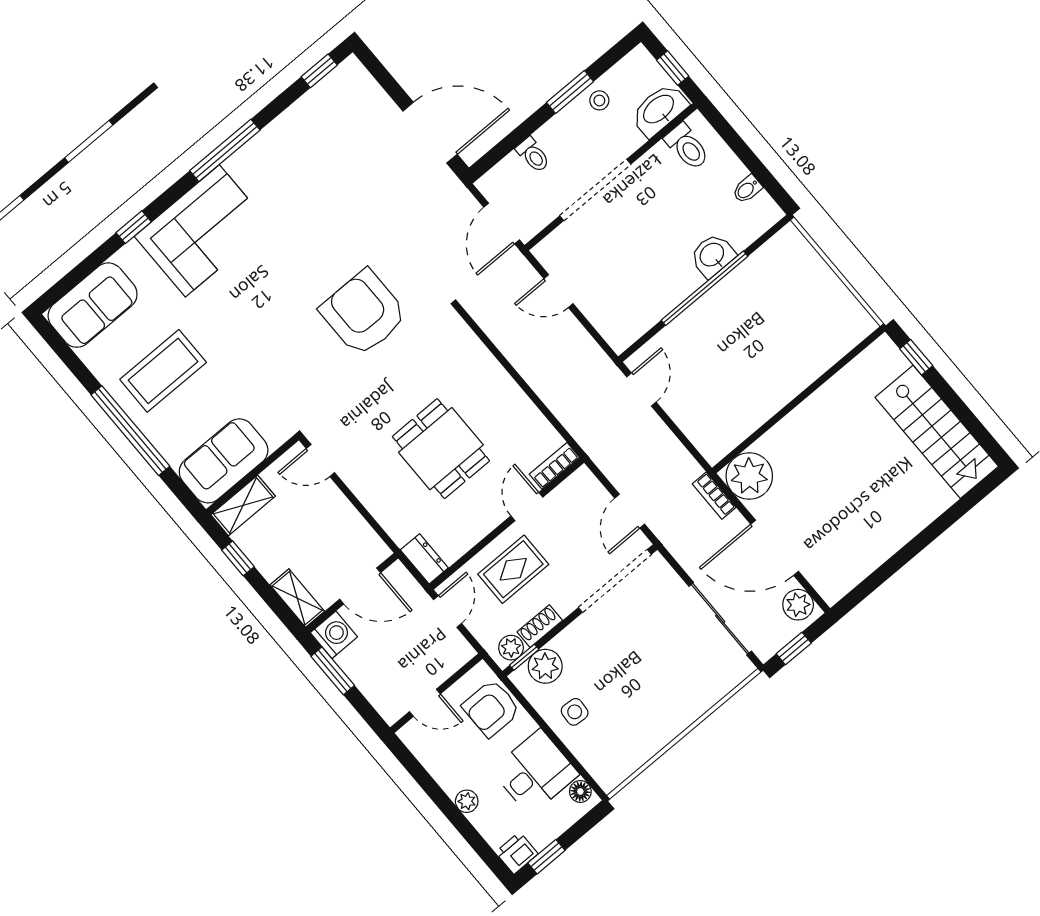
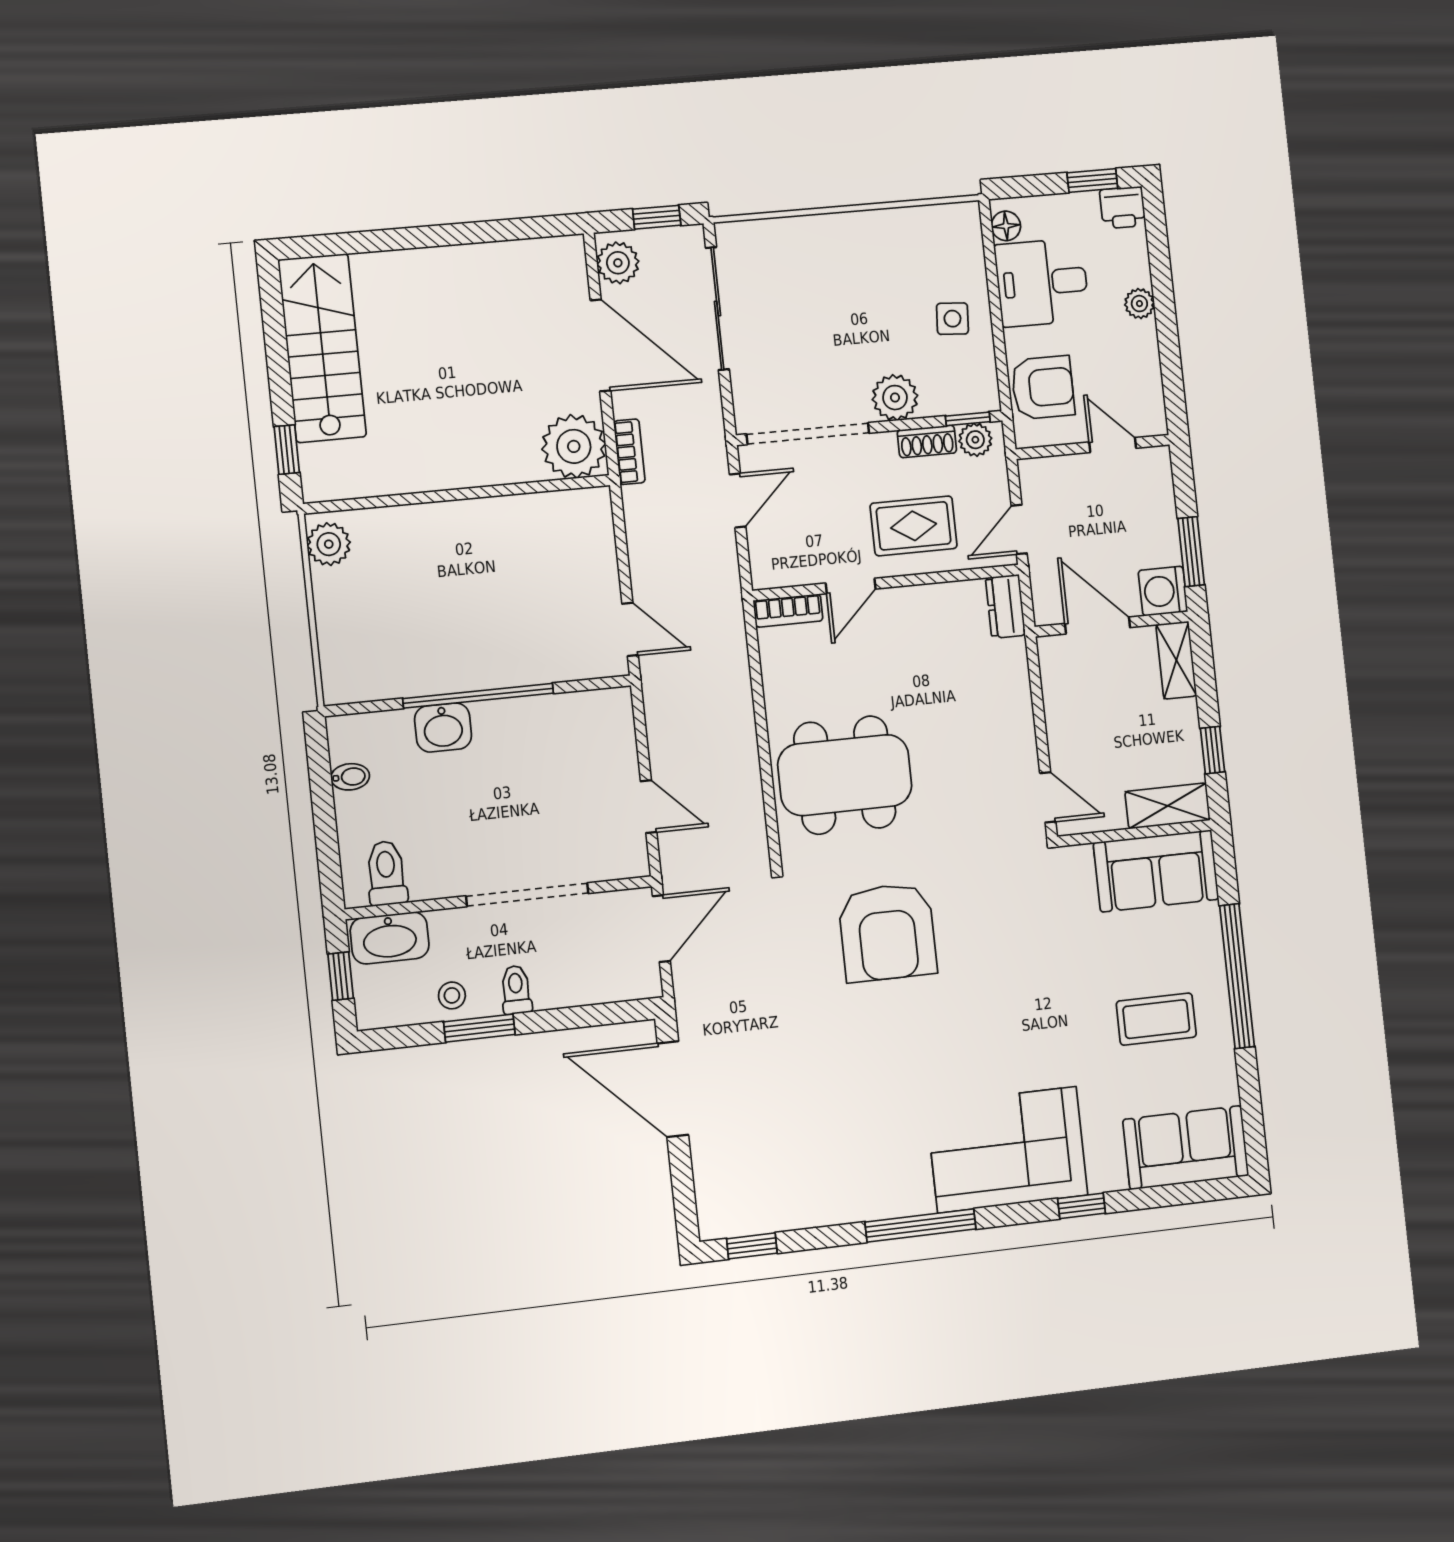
toilet: (533, 155) -> (516, 990), moved
plant: (853, 318) -> (329, 544), added
coffee table: (163, 371) -> (1156, 1019), width x0.73, depth x0.76
door: (641, 389) -> (630, 629), swing flipped
dining table: (441, 449) -> (845, 775), moved, width x1.38
plant: (545, 666) -> (895, 398), moved

